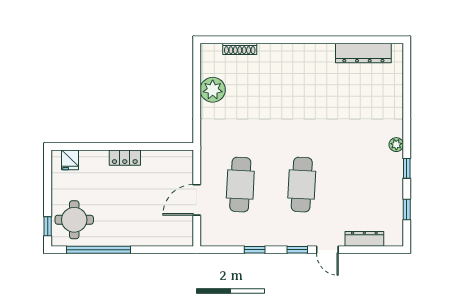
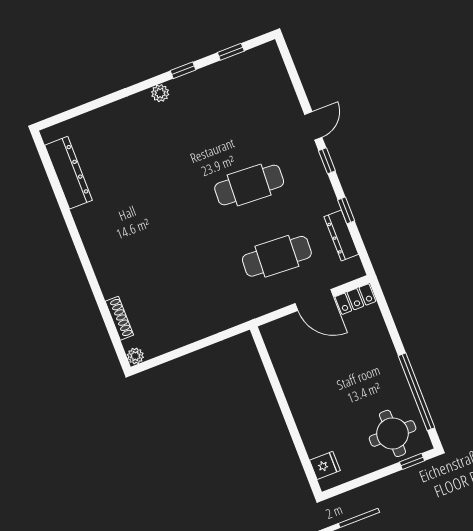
plant: (213, 90) -> (135, 356), moved, width x0.53, depth x0.53
locker: (125, 158) -> (355, 299), moved, turned 90
dresser: (364, 239) -> (341, 236), moved

